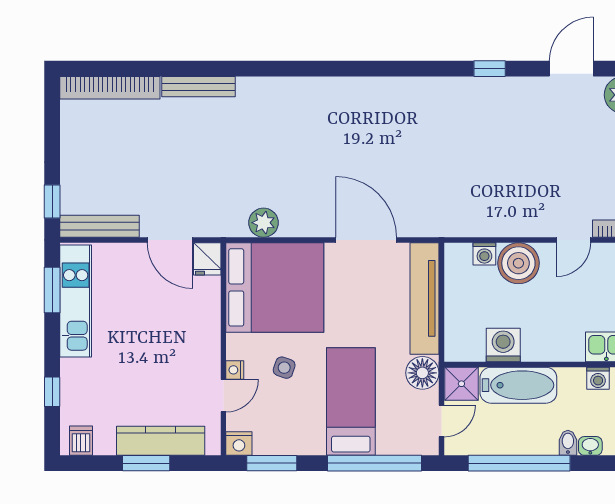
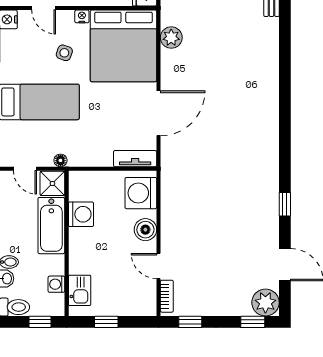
washing machine: (484, 254) -> (141, 193), width x1.89, depth x1.89
boiler: (518, 263) -> (145, 230), width x0.73, depth x0.73
tv unit: (425, 298) -> (135, 159), width x0.52, depth x0.78
nightstand: (235, 370) -> (82, 16), moved
floor lamp: (422, 373) -> (60, 160), width x0.53, depth x0.53

